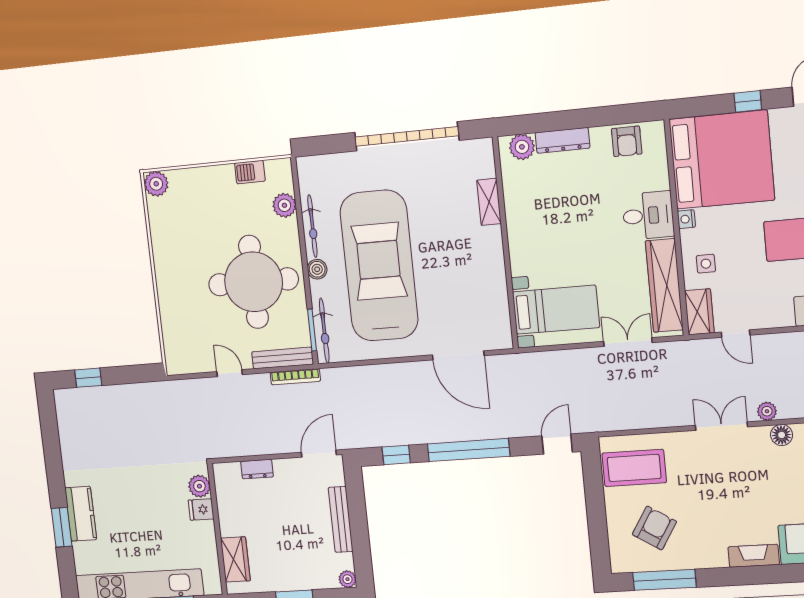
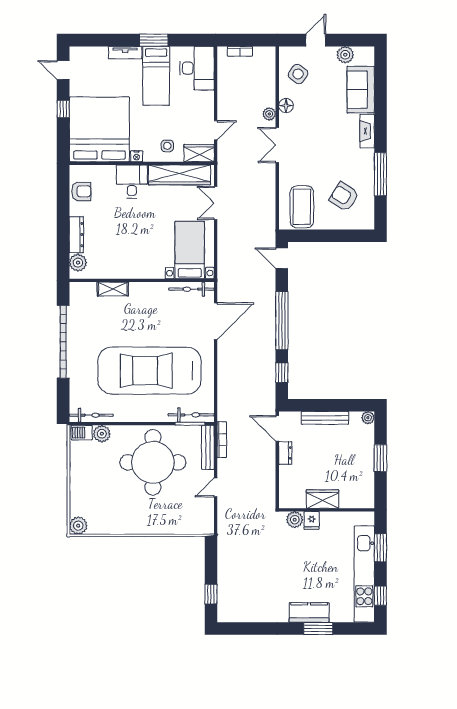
barbecue: (250, 172) -> (82, 433), moved, turned 90
bicycle: (312, 226) -> (91, 415), moved
boiler: (317, 269) -> (148, 415), removed
bicycle: (500, 317) -> (191, 289), added
dresser: (257, 469) -> (285, 453), moved
wardrobe: (235, 559) -> (323, 499), moved
window: (664, 580) -> (380, 174), moved

